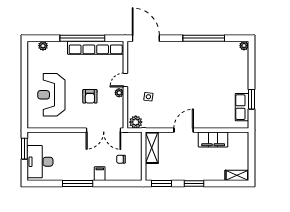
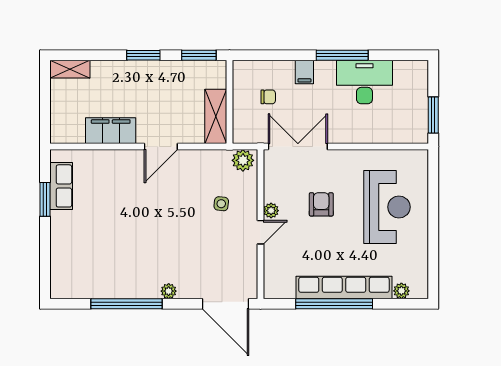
plant: (244, 46) -> (169, 291), moved
row of seats: (96, 48) -> (344, 287), moved
desk: (40, 162) -> (364, 82), moved, turned -90

